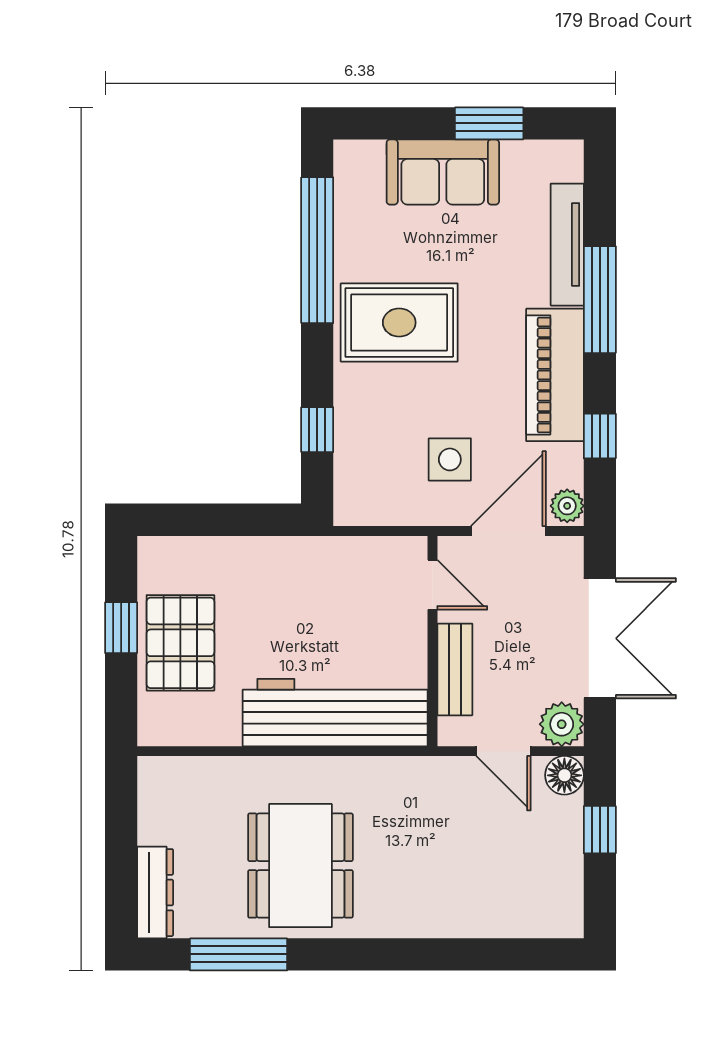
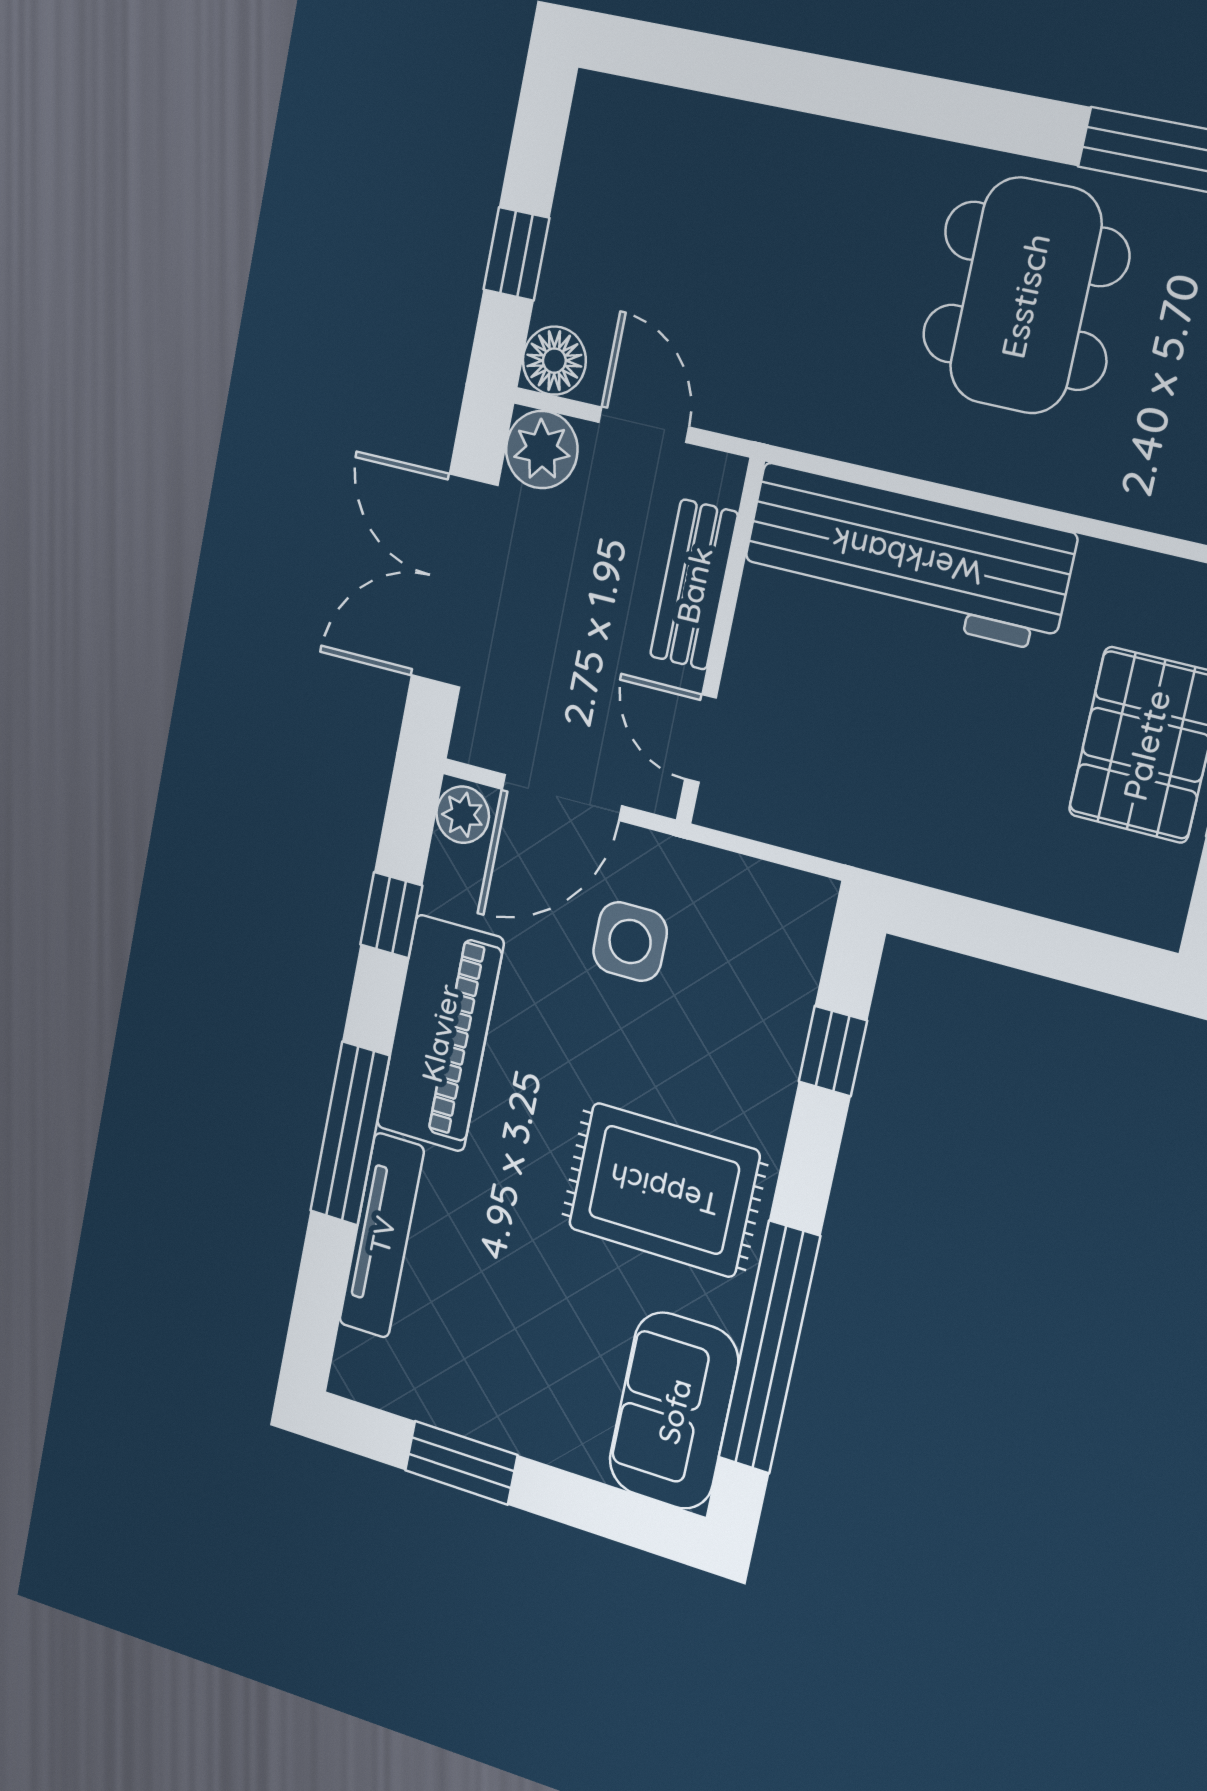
sofa: (443, 172) -> (674, 1411), moved, turned -90

